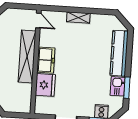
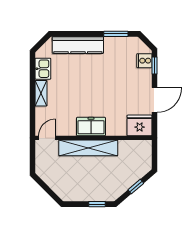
fridge: (45, 85) -> (140, 125), moved
kitchen sink: (118, 86) -> (43, 69), moved, turned -90

